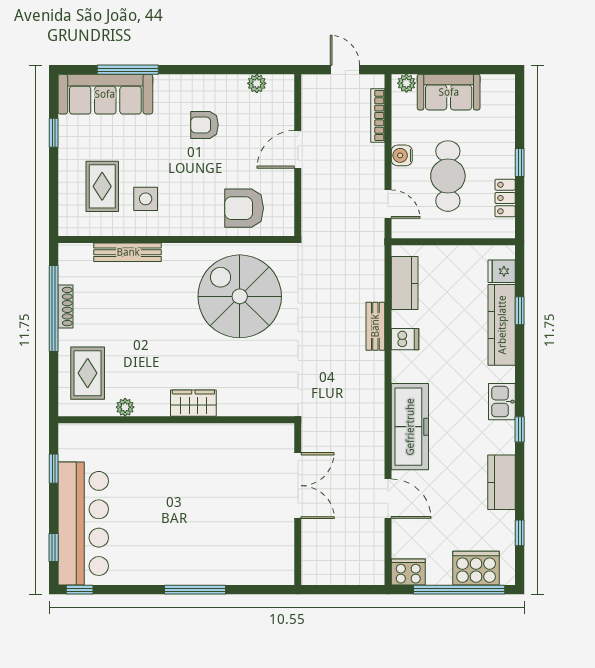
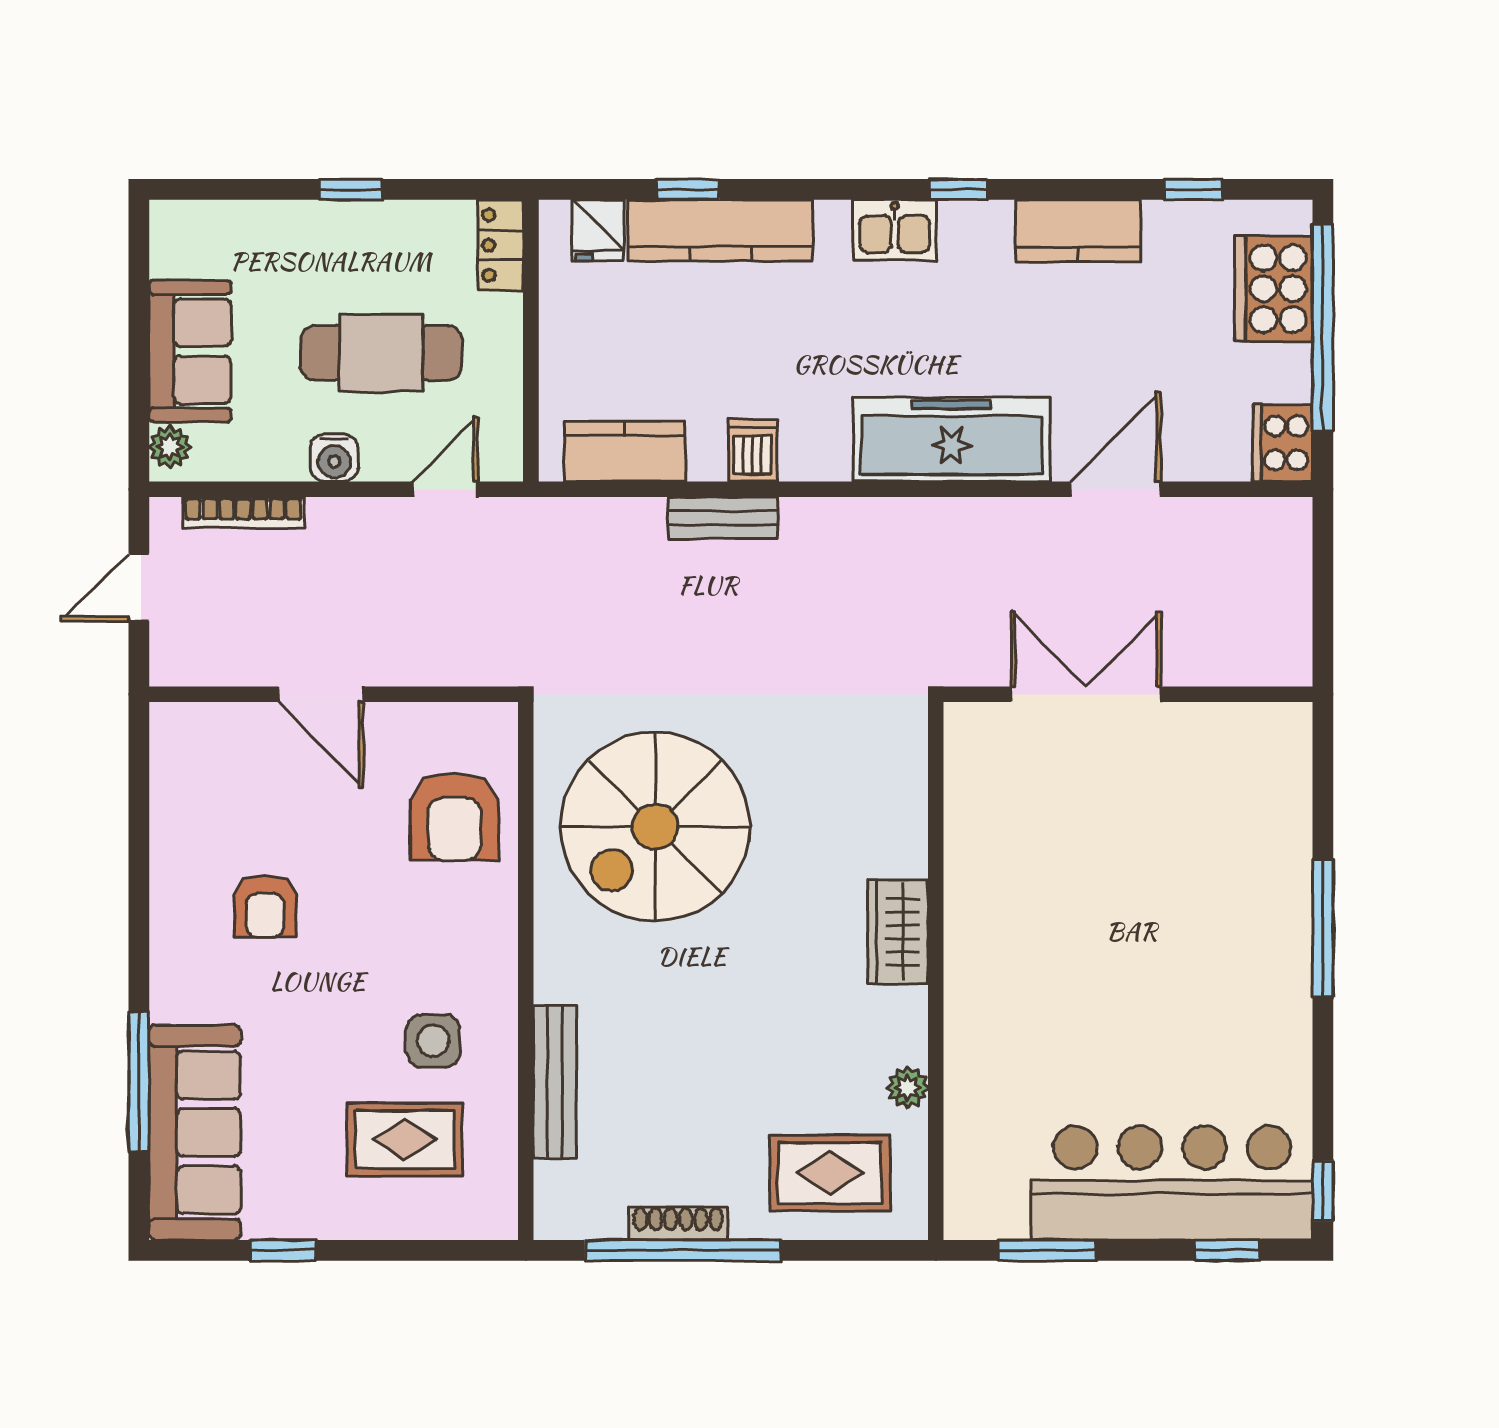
plant: (257, 83) -> (170, 788), removed
locker: (505, 198) -> (500, 245), moved, turned 90
window: (54, 469) -> (1047, 1250), width x1.50

